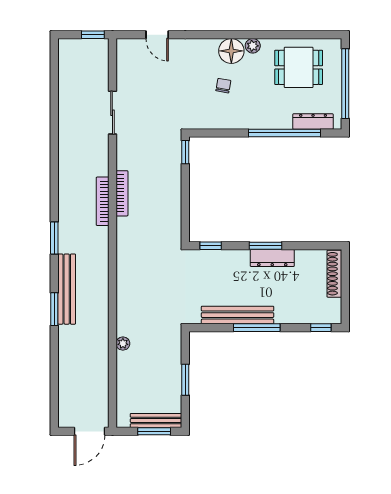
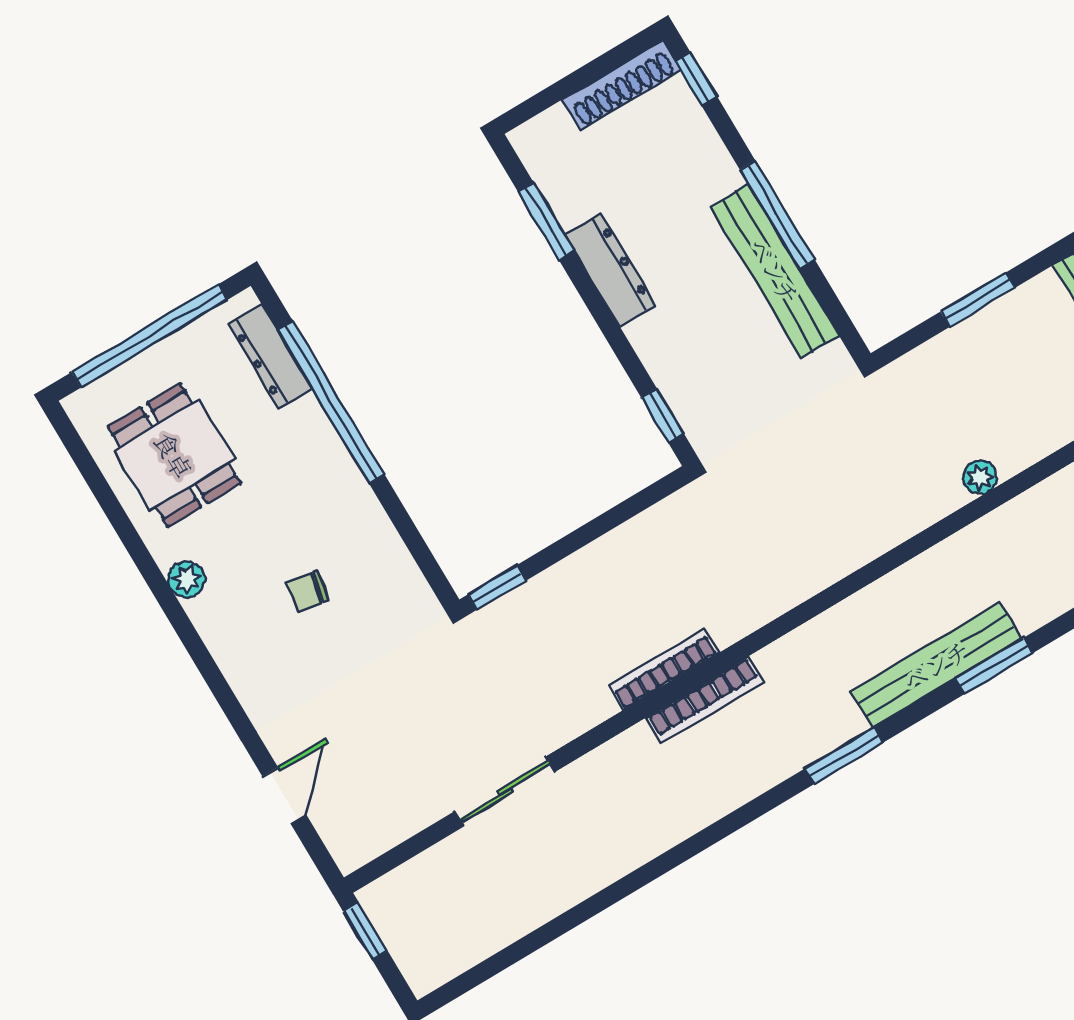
floor lamp: (231, 51) -> (225, 618), removed
window: (266, 246) -> (546, 221), moved
shoe rack: (334, 274) -> (621, 85), moved

